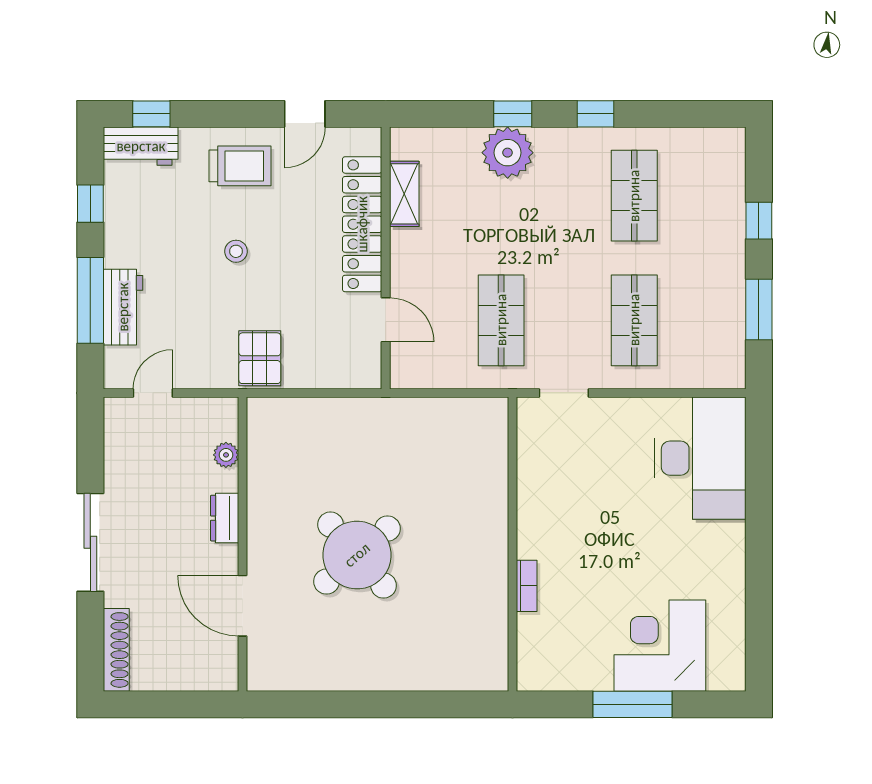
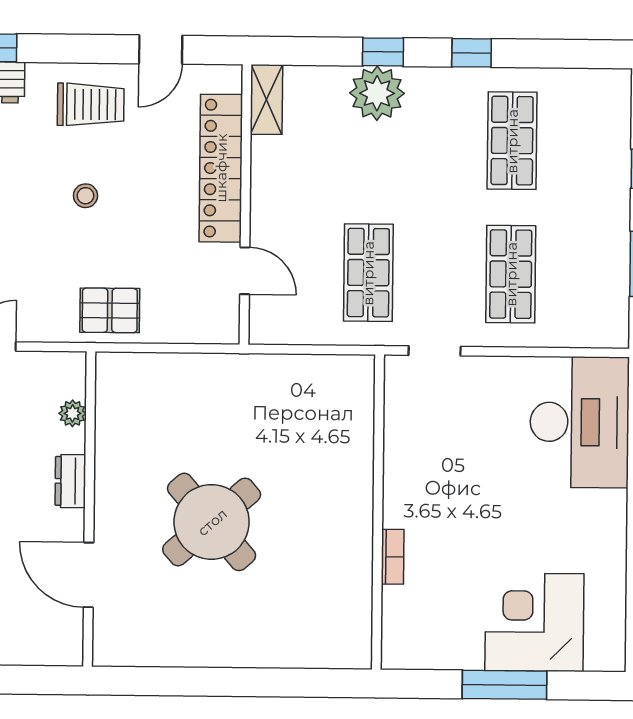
shelving: (404, 194) -> (266, 100), moved
pallet: (260, 358) -> (110, 310), turned 90

